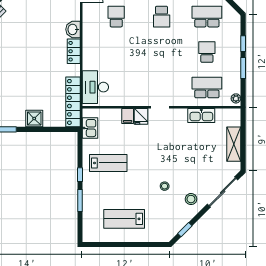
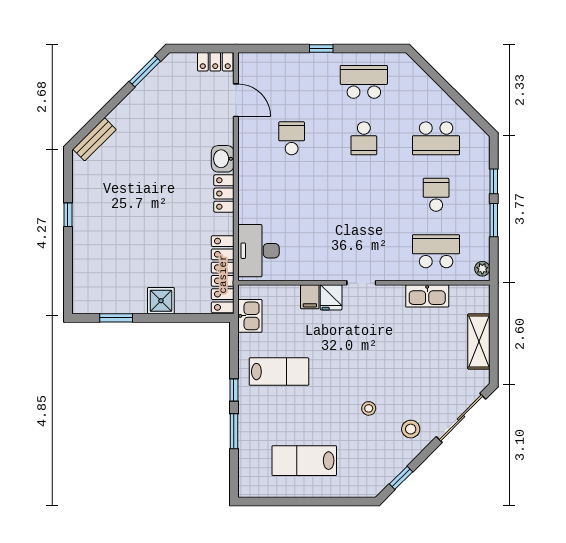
school desk: (207, 17) -> (436, 138), turned 180

